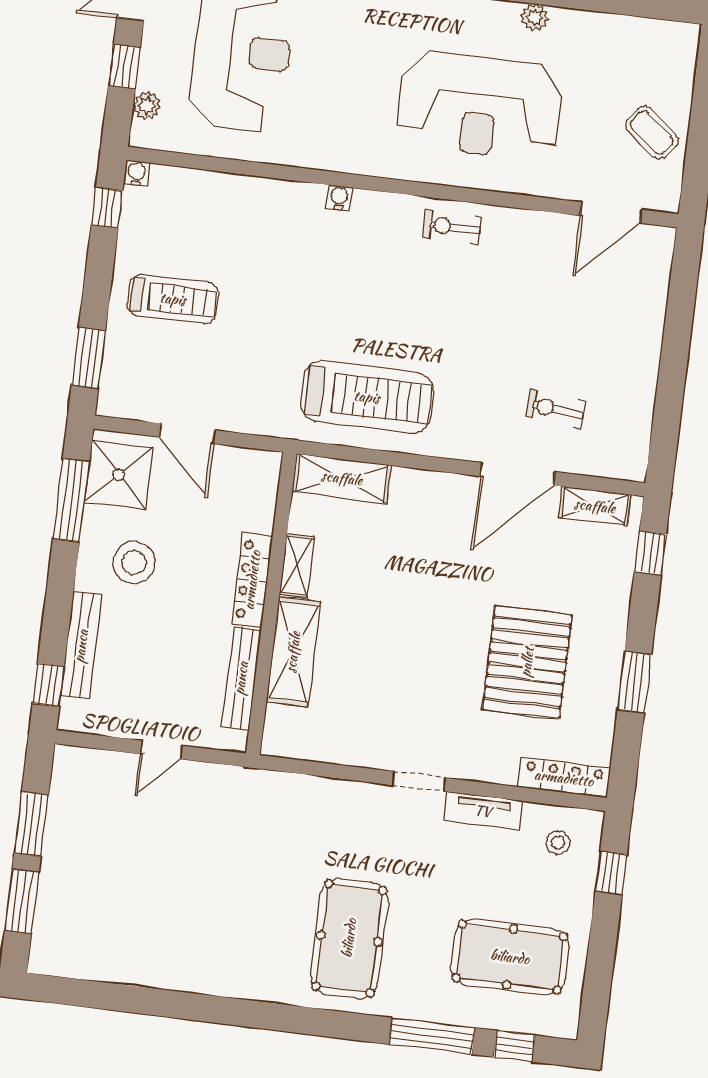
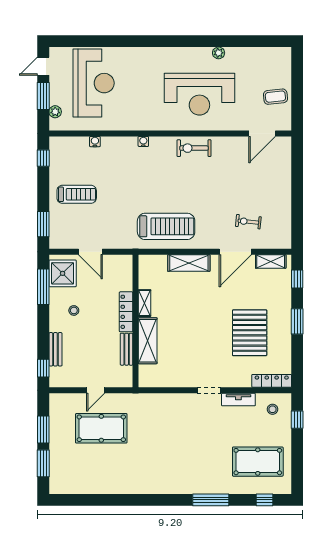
window: (124, 67) -> (43, 96), width x1.50
coffee table: (652, 133) -> (275, 97), turned -44
water cooler: (137, 173) -> (95, 142), moved
exercise bike: (452, 227) -> (194, 148), width x1.38, depth x1.39
shelving: (342, 478) -> (189, 263), moved
stool: (134, 562) -> (74, 310), width x0.53, depth x0.53
bench: (81, 646) -> (55, 349), width x0.73
bench: (241, 678) -> (127, 349), width x0.73
window: (635, 682) -> (297, 321), moved
pool table: (349, 938) -> (101, 428), moved, turned 90
window: (432, 1036) -> (211, 500), moved

